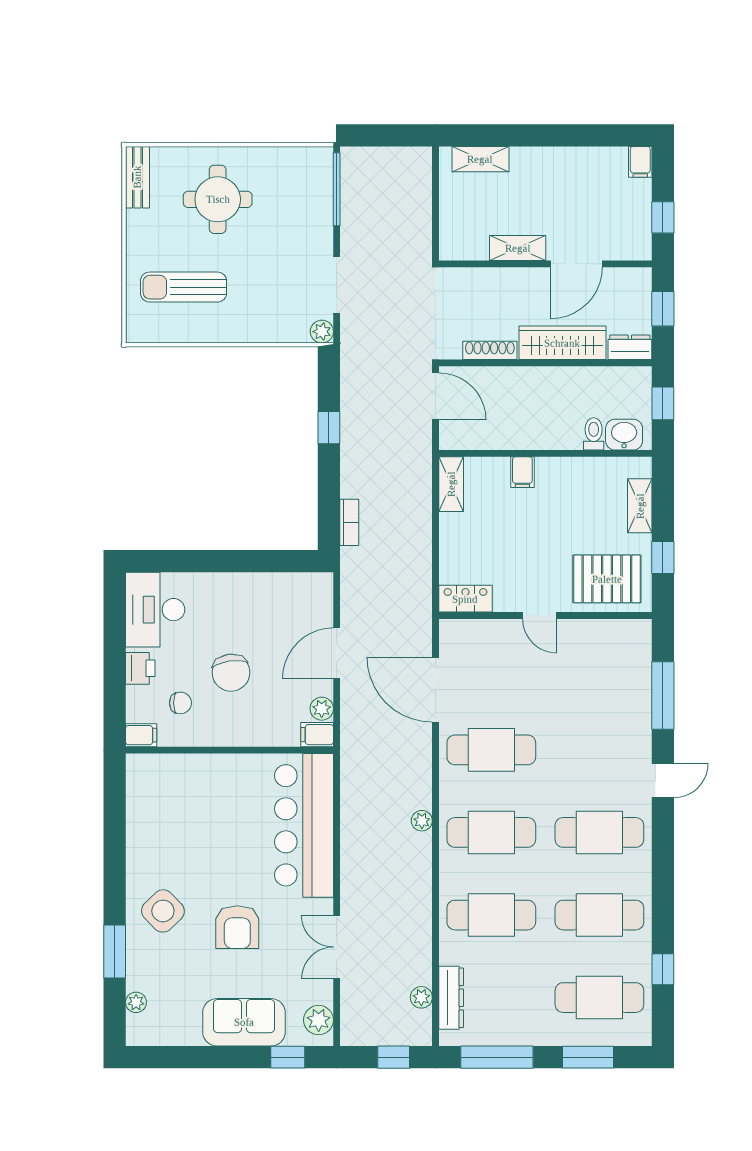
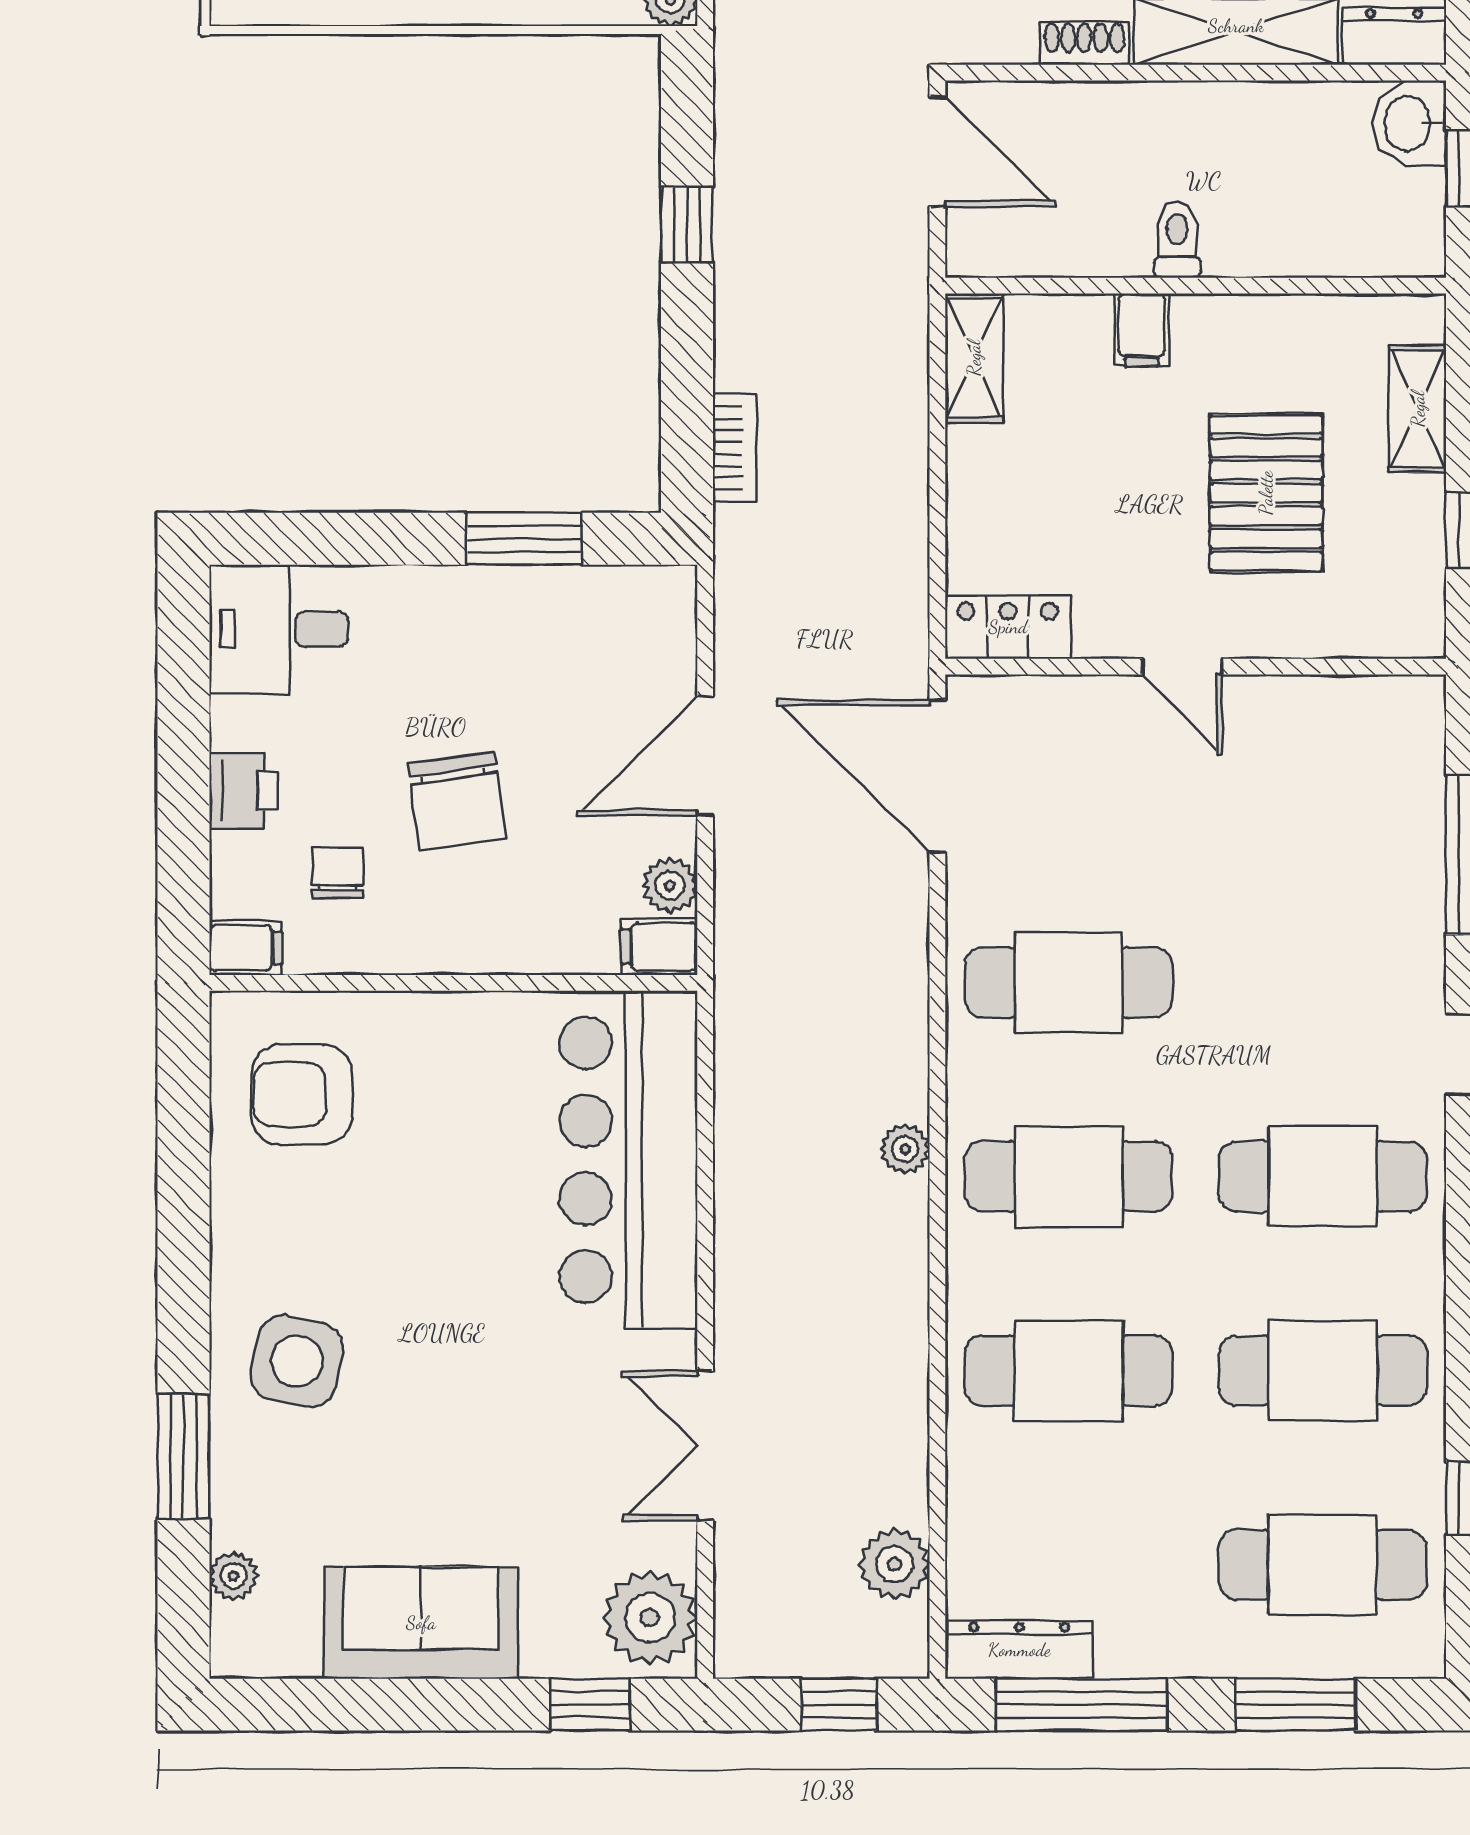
shoe rack: (490, 350) -> (1084, 43), width x0.70
toilet: (594, 434) -> (1177, 240), moved
washbasin: (624, 435) -> (1410, 124), moved, turned -90
window: (260, 561) -> (524, 539), added
pallet: (607, 579) -> (1266, 493), moved, turned 90
desk: (155, 610) -> (279, 629), width x0.73
door: (436, 690) -> (937, 776), moved
chair: (180, 703) -> (338, 872), turned -90
side table: (163, 911) -> (297, 1361), turned -34
armchair: (237, 927) -> (302, 1095), moved, turned 90
plant: (421, 997) -> (894, 1564), width x1.38, depth x1.38
dresser: (451, 998) -> (1019, 1650), moved, turned -90
plant: (319, 1020) -> (650, 1617), width x1.36, depth x1.36
sofa: (244, 1022) -> (421, 1623), moved

